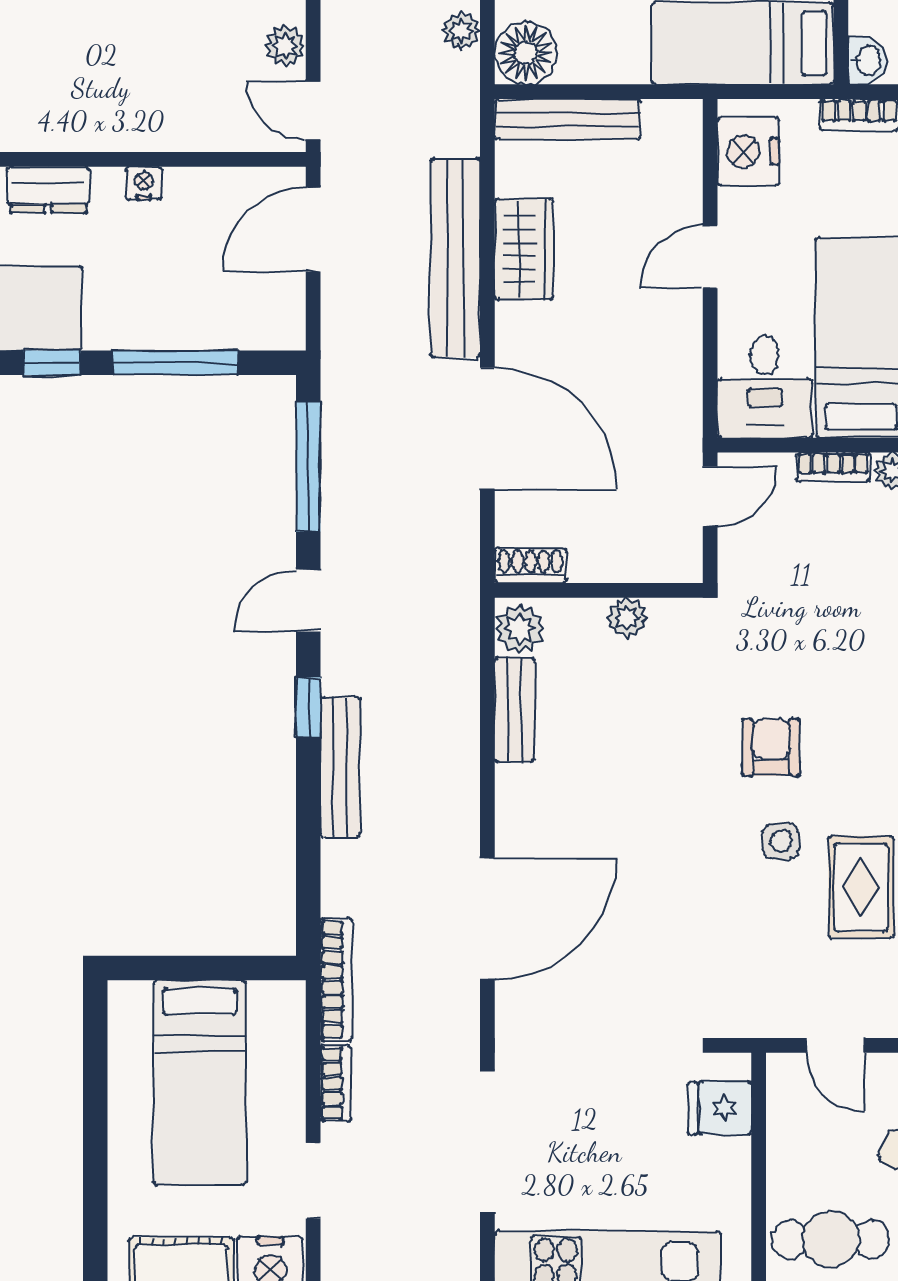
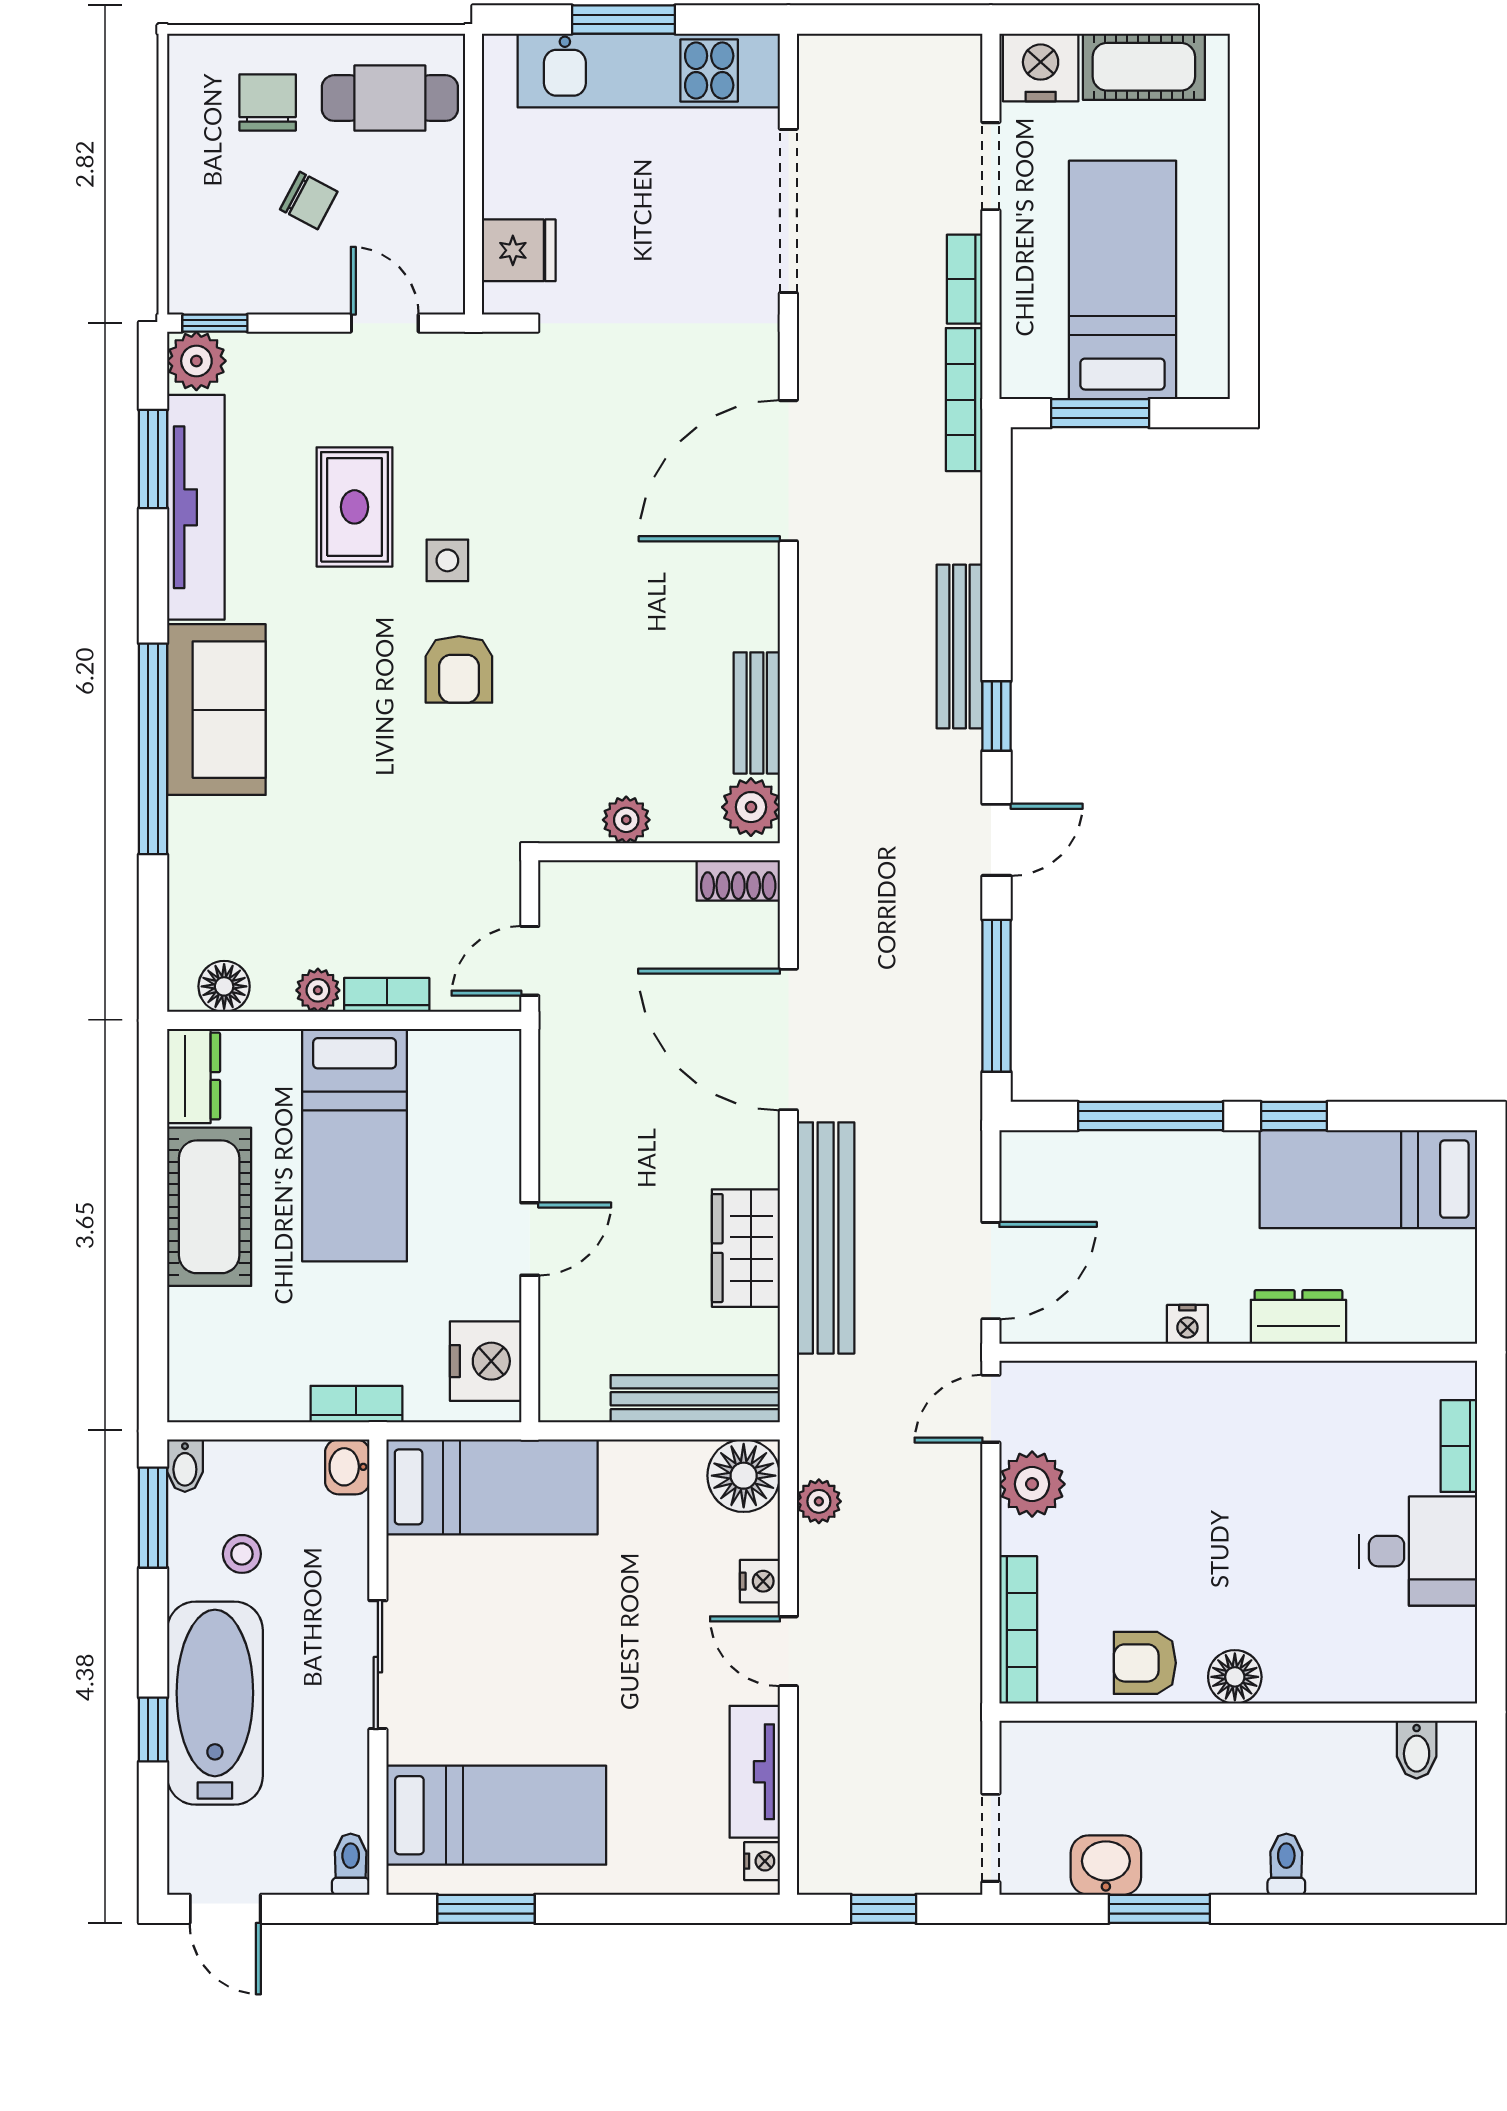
plant: (285, 46) -> (1032, 1484), width x1.38, depth x1.38
door: (313, 111) -> (991, 1409), swing flipped
desk: (765, 387) -> (466, 1088), removed
window: (219, 968) -> (1100, 413), added

